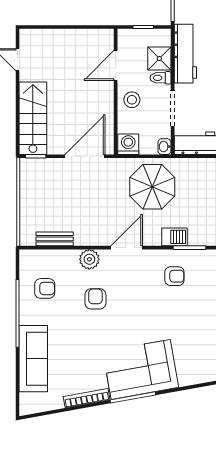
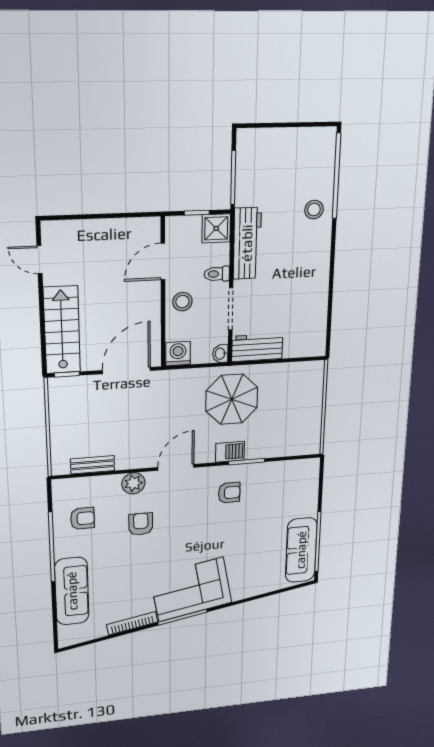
shower: (159, 59) -> (216, 228), moved
parasol: (152, 187) -> (232, 399), moved

